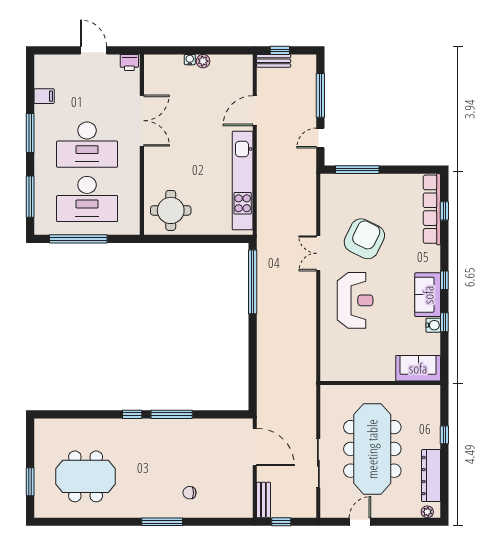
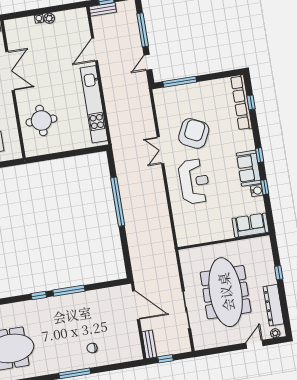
round table: (171, 210) -> (41, 120), moved
window: (253, 282) -> (118, 202), moved
door: (360, 522) -> (255, 344), moved

